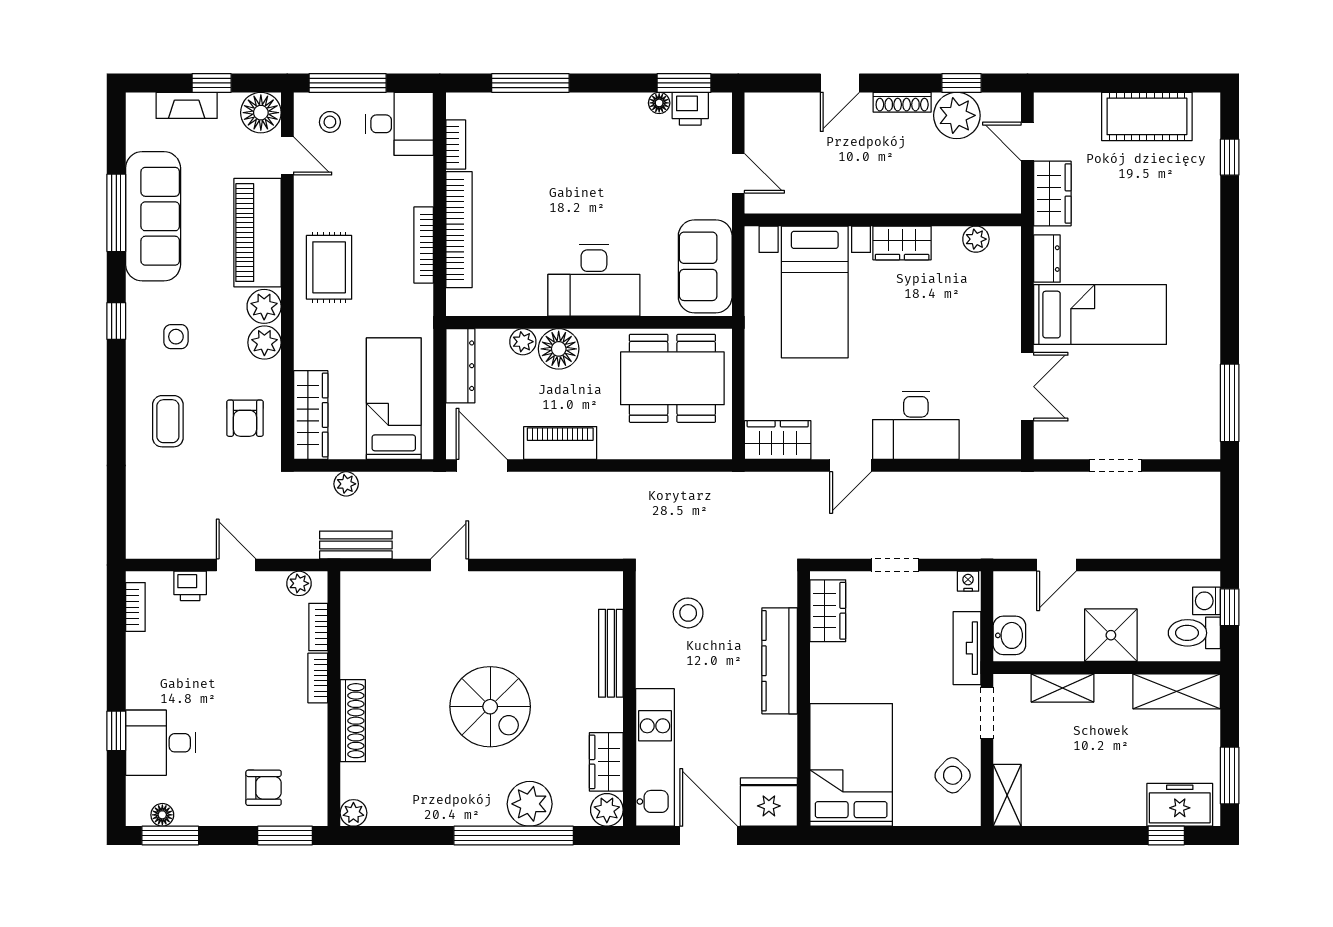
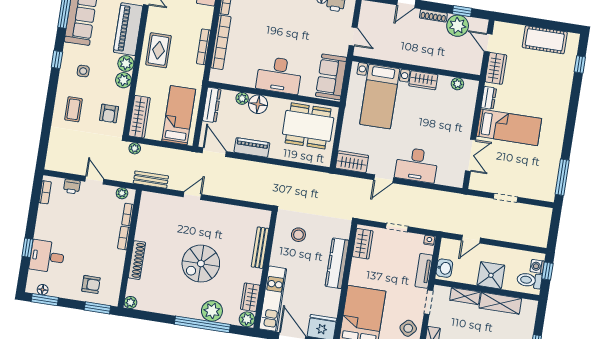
plant: (346, 484) -> (135, 148), moved
shelving: (1177, 691) -> (500, 303), moved
spiral stairs: (490, 707) -> (201, 264), turned 90

